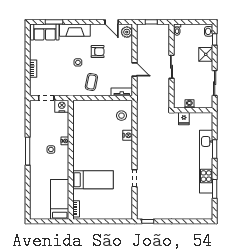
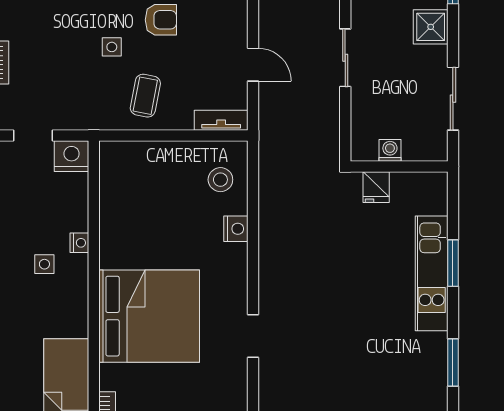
kitchen unit: (206, 162) -> (432, 273), width x0.73
bed: (93, 180) -> (149, 316), width x2.04

